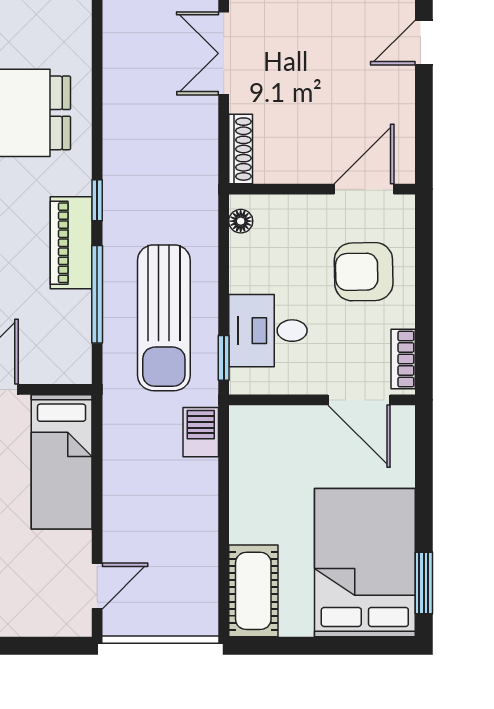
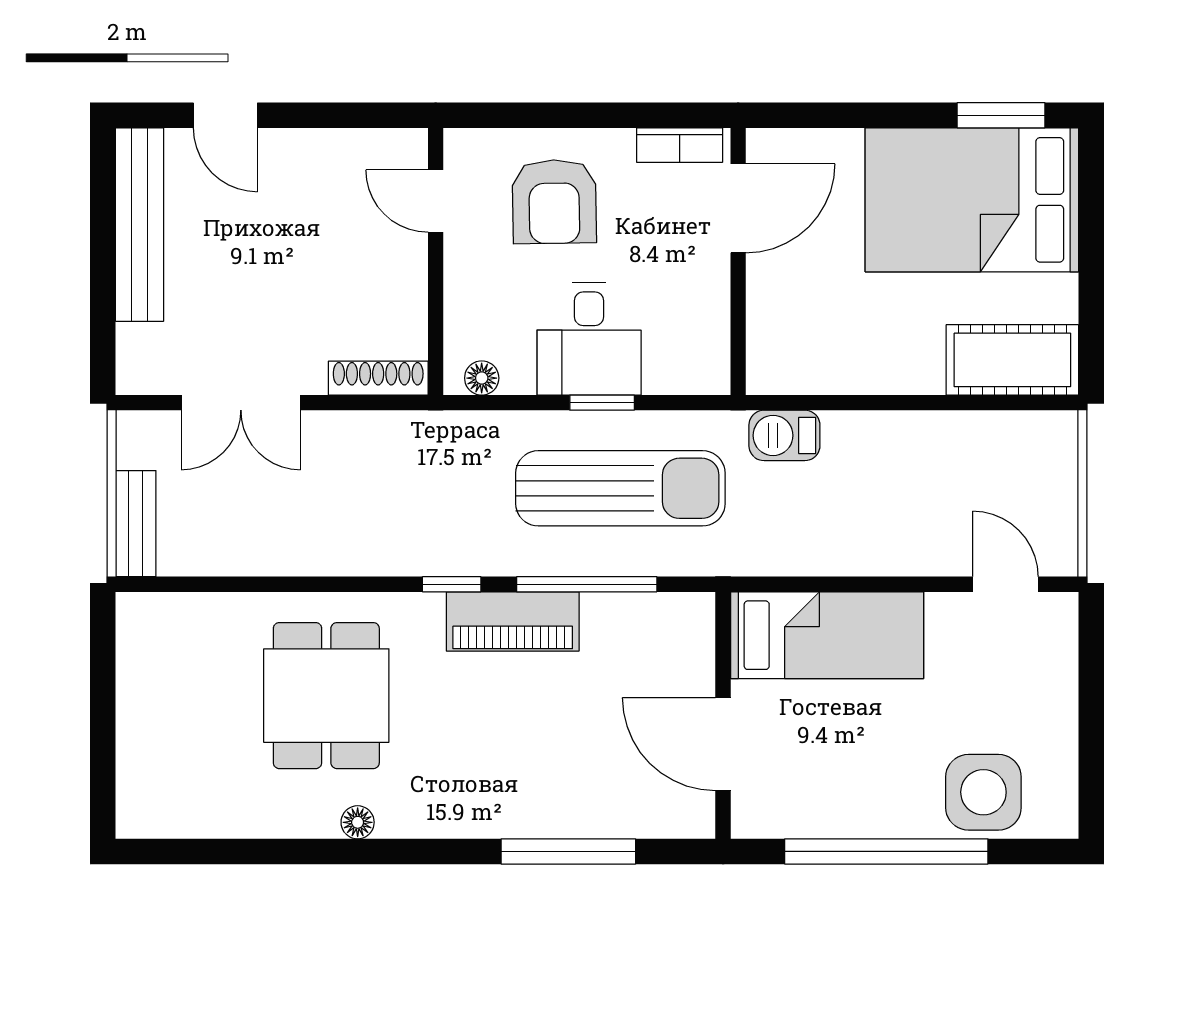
door: (364, 189) -> (436, 201), width x0.73
desk: (268, 331) -> (589, 339), moved
window: (224, 358) -> (602, 403), moved

